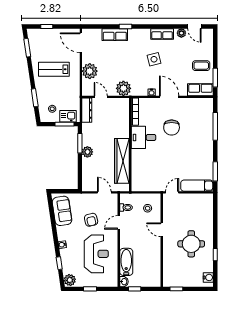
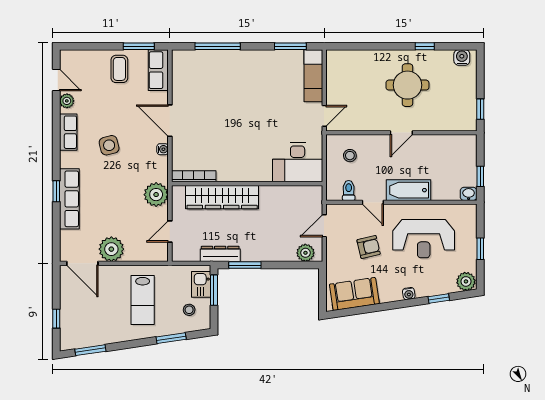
door: (194, 27) -> (56, 80), hinge flipped
row of seats: (115, 35) -> (69, 199), width x1.48
door: (81, 43) -> (82, 263), hinge flipped
lab bench: (54, 69) -> (143, 300), moved
plant: (90, 71) -> (111, 249), moved
door: (169, 97) -> (170, 121), hinge flipped
dresser: (87, 110) -> (220, 254), moved
chair: (172, 127) -> (219, 117), removed
desk: (143, 137) -> (298, 162), moved, width x1.37
plant: (87, 152) -> (305, 253), moved
wardrobe: (122, 161) -> (222, 197), moved
door: (172, 192) -> (324, 116), swing flipped
door: (162, 230) -> (401, 133), moved
reception desk: (96, 254) -> (424, 239), turned 180
bathtub: (126, 262) -> (408, 190), moved

